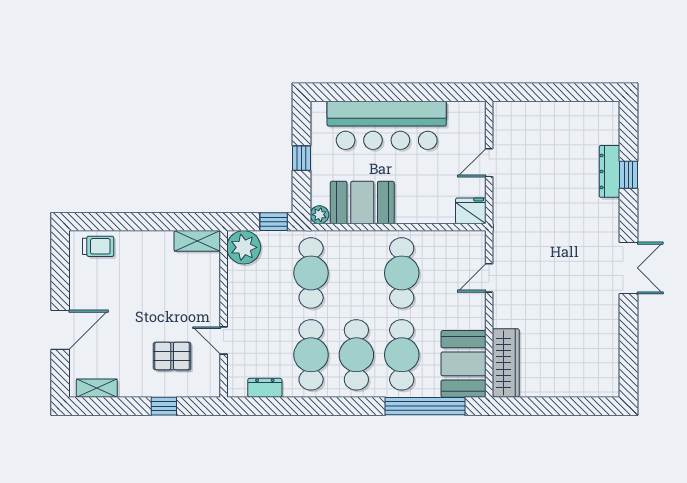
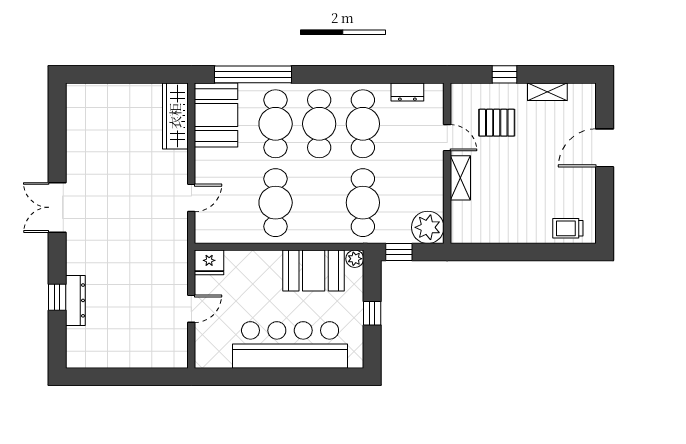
shelving: (197, 241) -> (460, 178), moved, turned 90
shelving: (97, 388) -> (547, 92), moved

